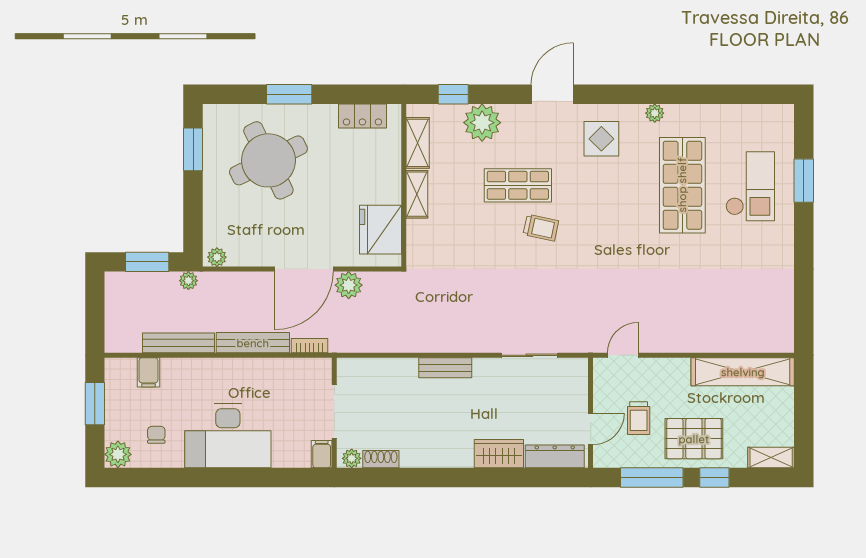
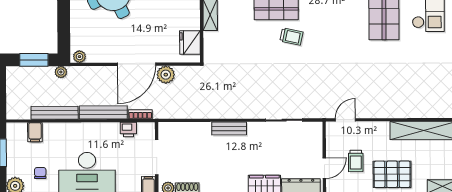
fridge: (381, 230) -> (190, 42), width x0.73, depth x0.75
printer: (291, 369) -> (128, 130), added

